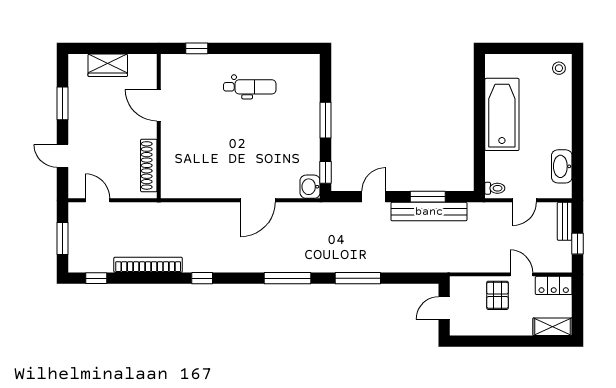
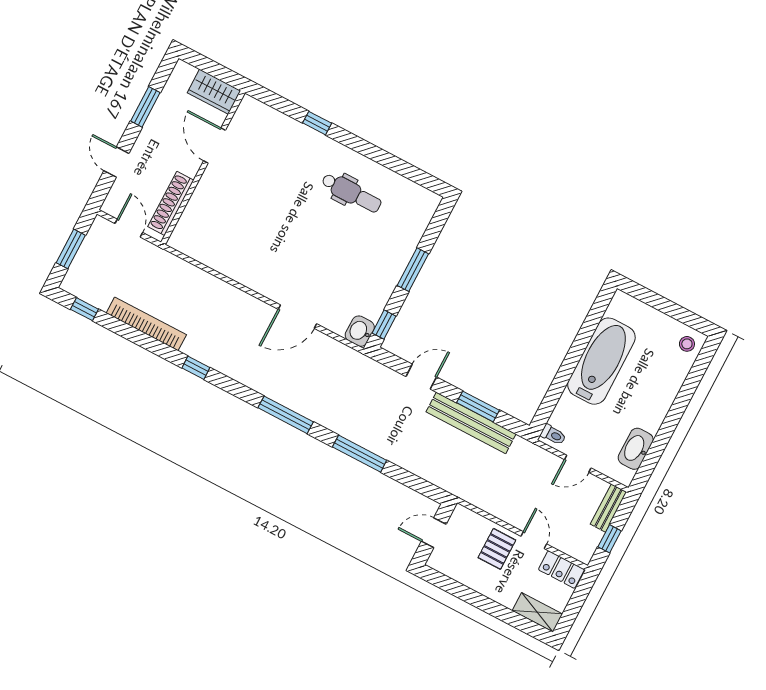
door: (159, 105) -> (215, 146), moved
wall: (159, 126) -> (203, 168), moved
shoe rack: (149, 165) -> (171, 203), moved

